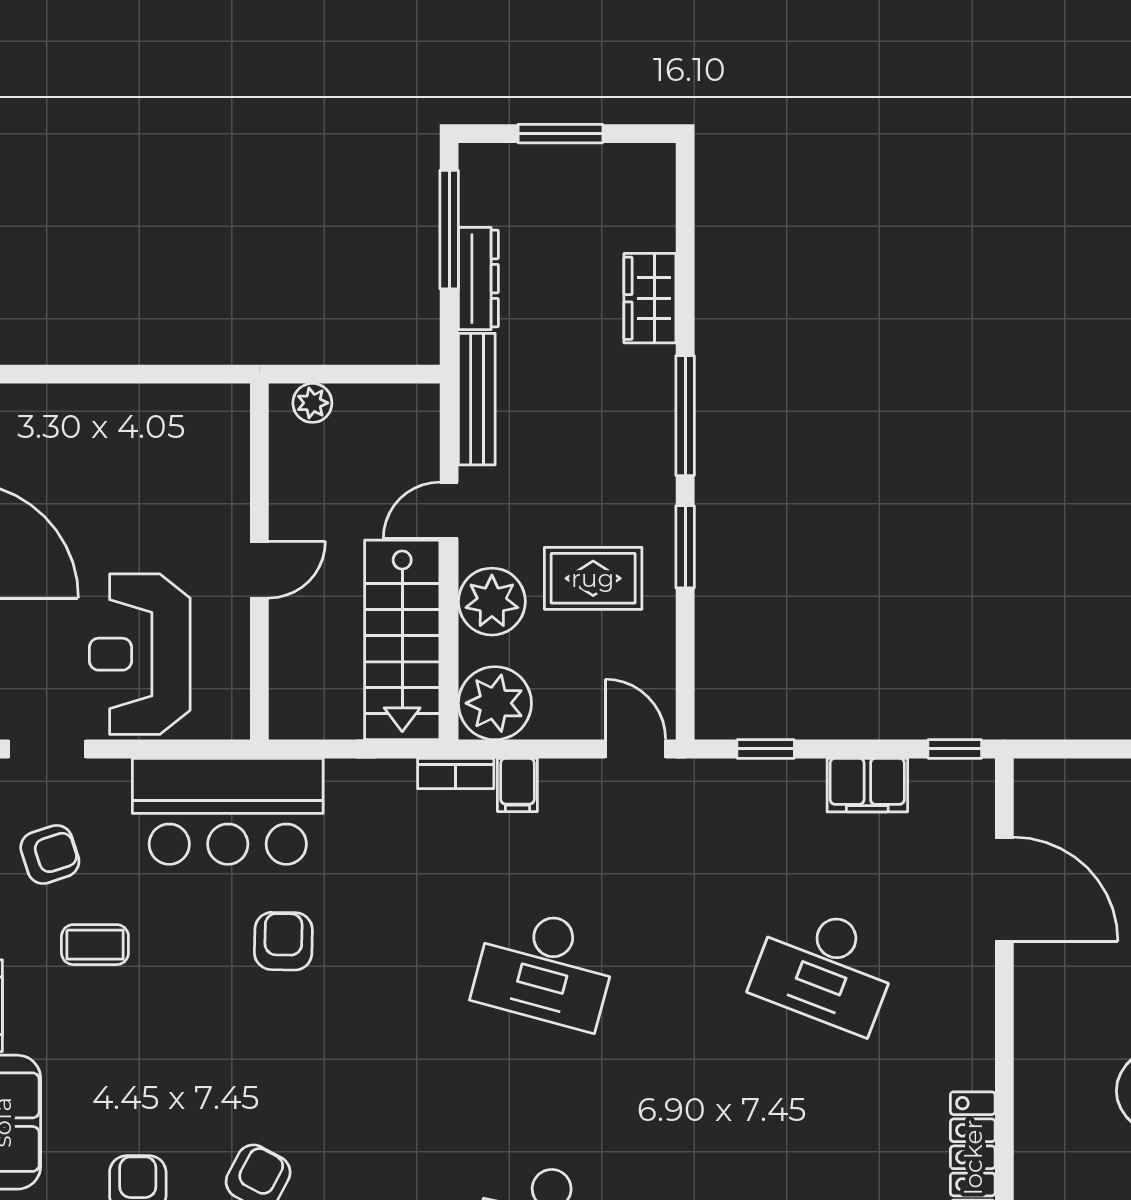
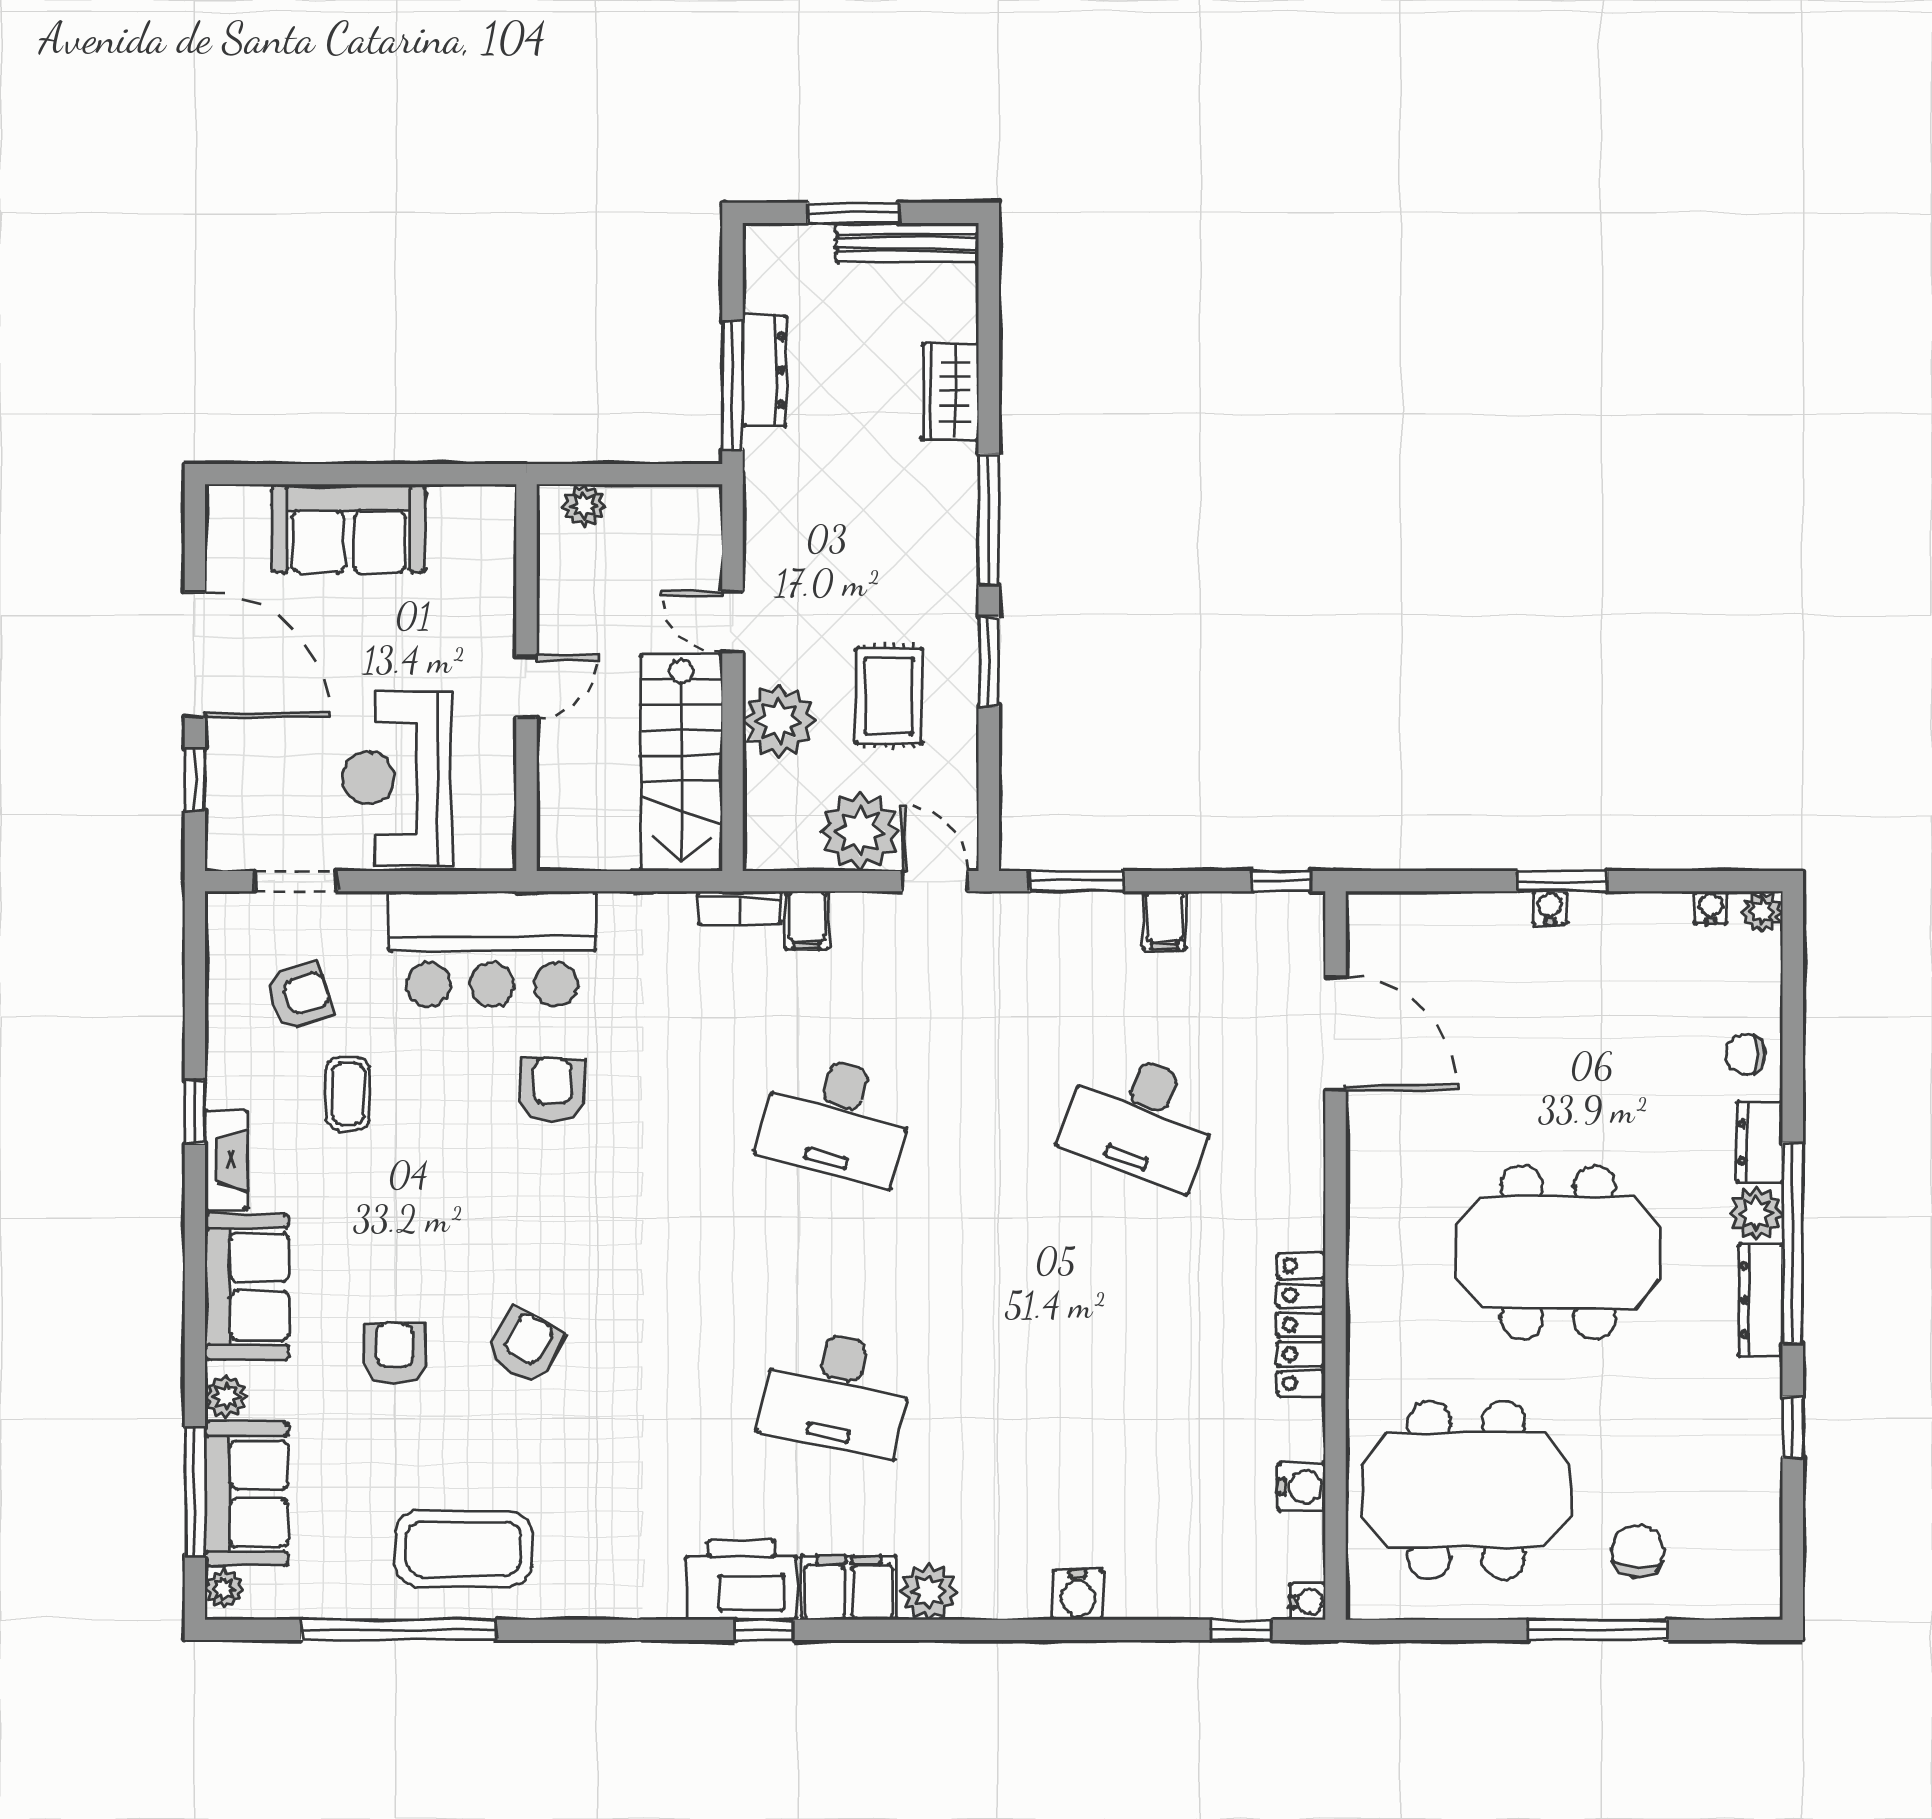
window: (449, 230) -> (732, 386), moved
bench: (477, 399) -> (907, 243), moved, turned 90
sofa: (96, 424) -> (349, 529), added
door: (449, 510) -> (732, 622), hinge flipped
rug: (593, 578) -> (889, 696), turned 90
plant: (495, 703) -> (860, 831), moved
window: (766, 749) -> (1076, 881), width x1.50
filing cabinet: (867, 785) -> (1165, 920), width x0.50
coffee table: (95, 945) -> (348, 1094), turned 90

